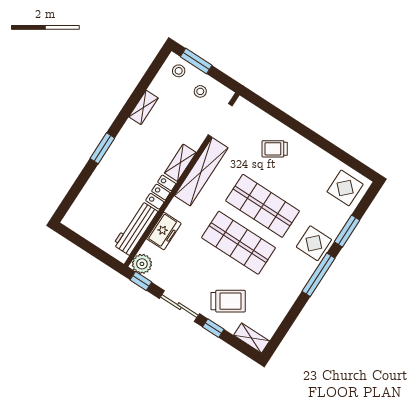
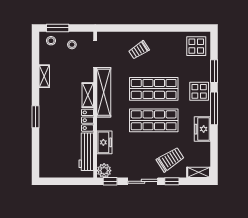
freezer: (289, 290) -> (202, 129), added

